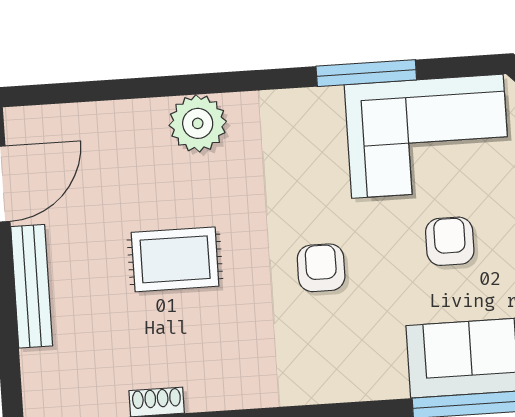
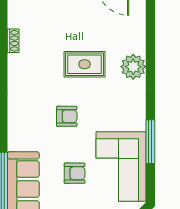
rug: (175, 259) -> (85, 64), moved, turned 90

